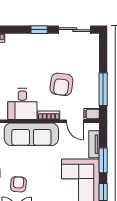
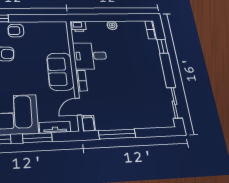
window: (39, 30) -> (162, 46), moved
armchair: (61, 84) -> (116, 92), removed
sofa: (31, 134) -> (60, 71), width x0.73

